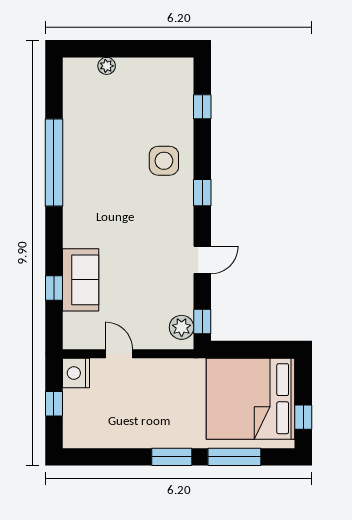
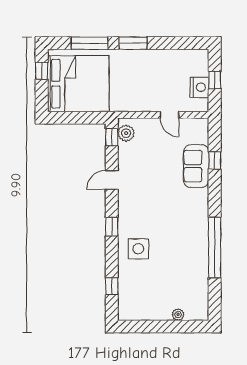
nightstand: (76, 373) -> (199, 87), moved

